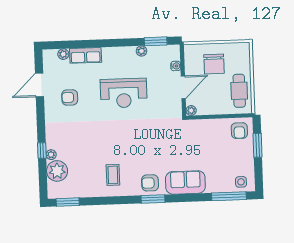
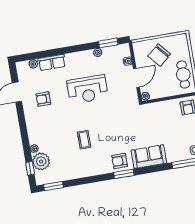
chair: (214, 64) -> (159, 55), turned 50
window: (42, 151) -> (30, 168), moved
coffee table: (113, 175) -> (84, 140), moved

